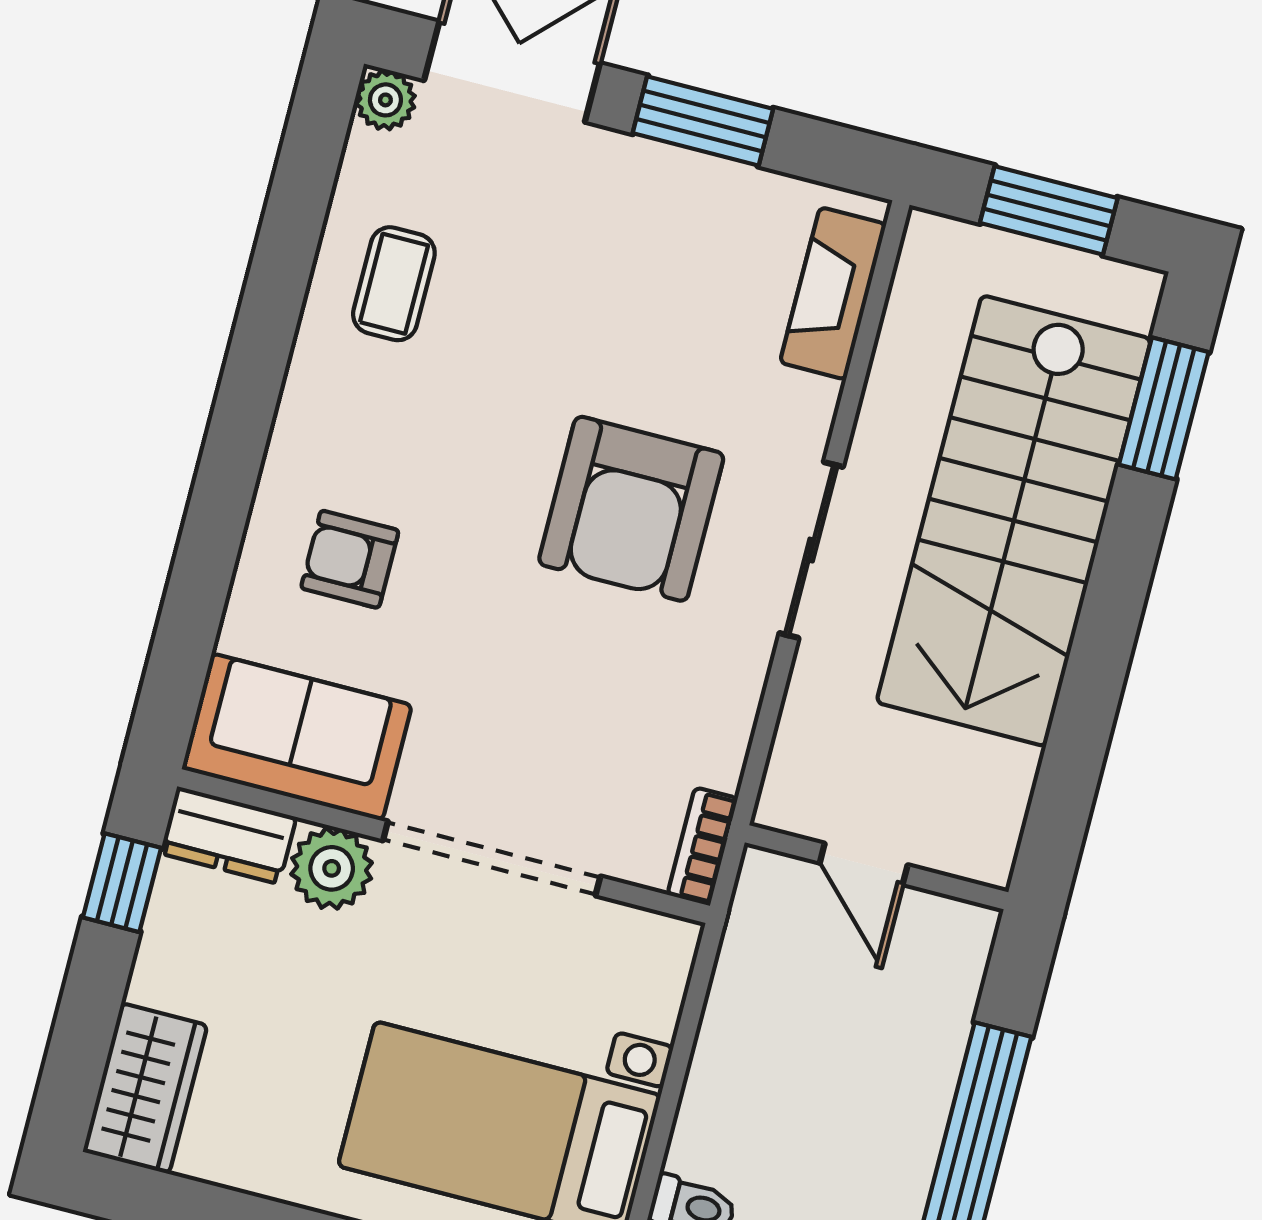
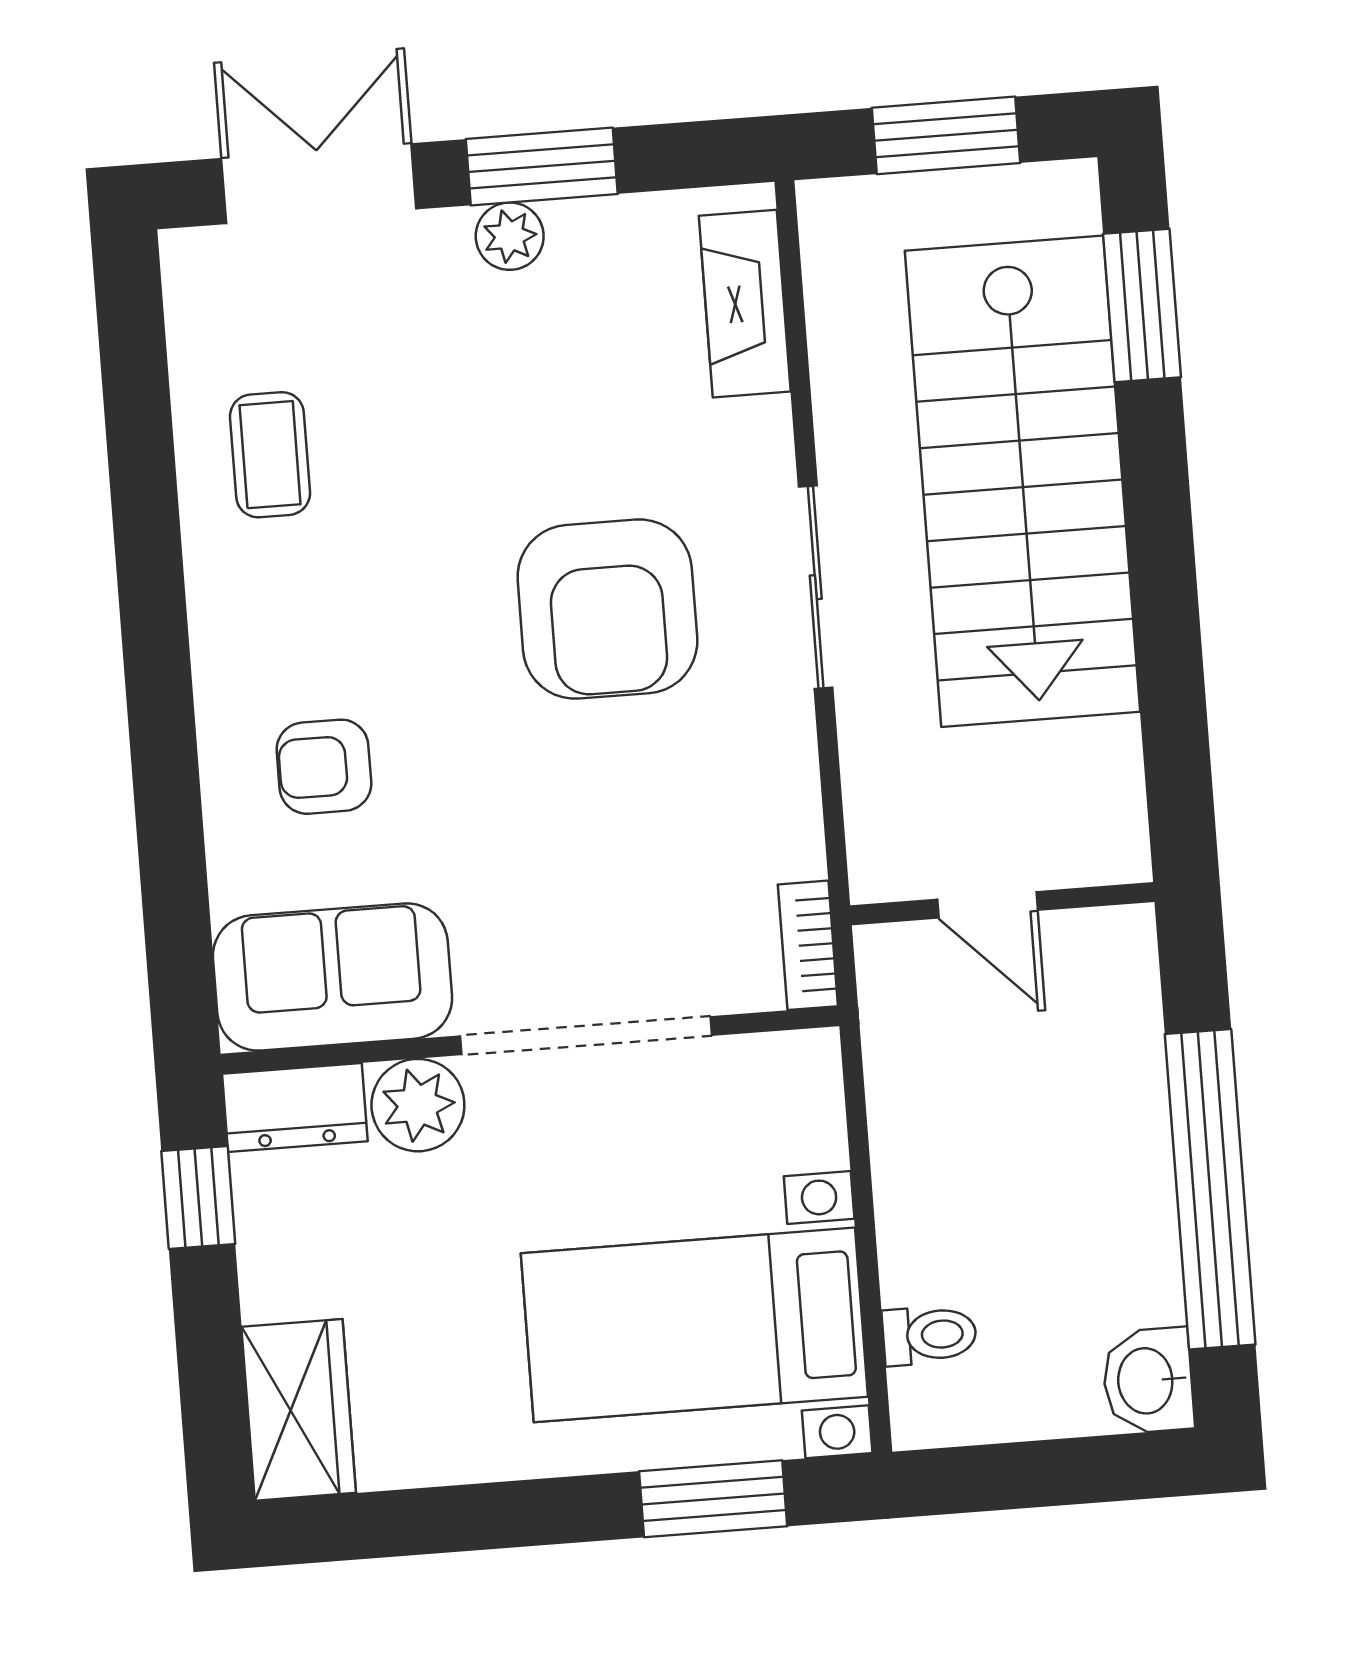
plant: (385, 100) -> (510, 236), moved

